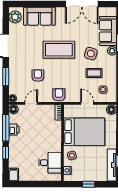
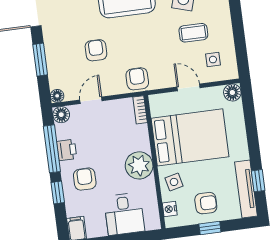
plant: (53, 144) -> (139, 165), added
armchair: (22, 147) -> (85, 179), added
desk: (50, 163) -> (124, 214), moved, turned 90
armchair: (88, 170) -> (206, 203), added

